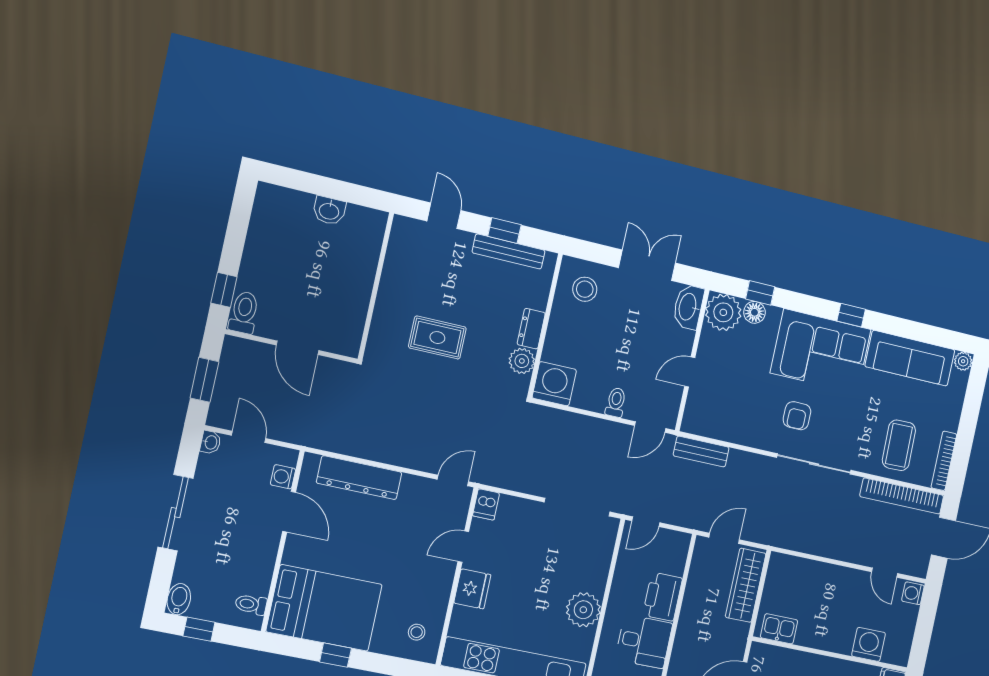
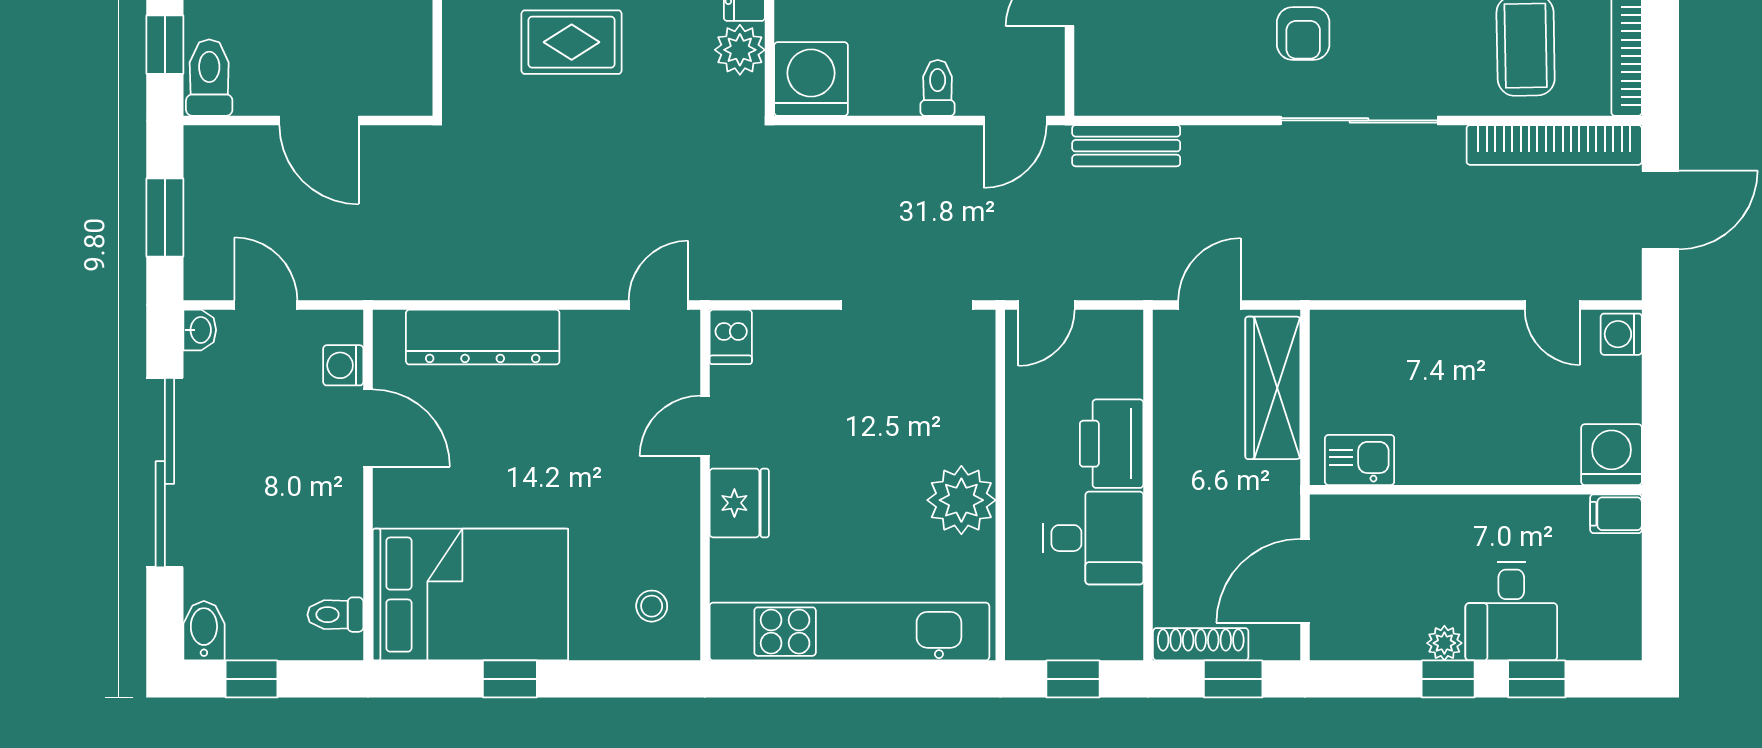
sliding door: (176, 513) -> (165, 473), width x1.36
washing machine: (869, 644) -> (1612, 455), moved

